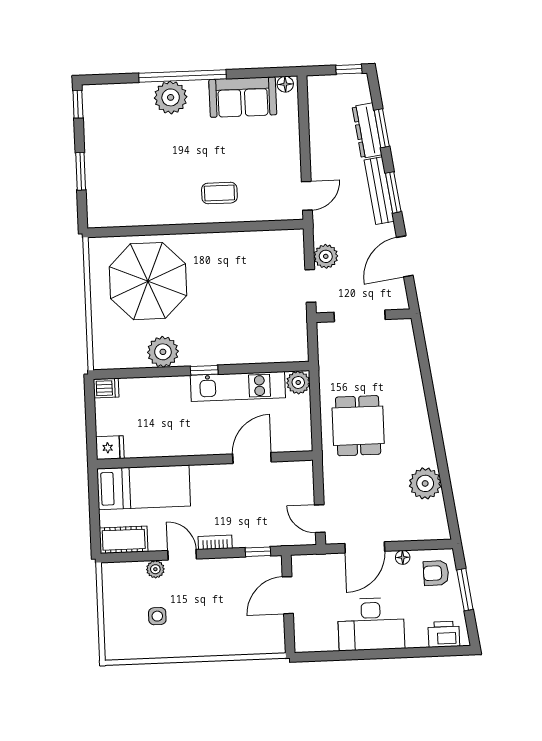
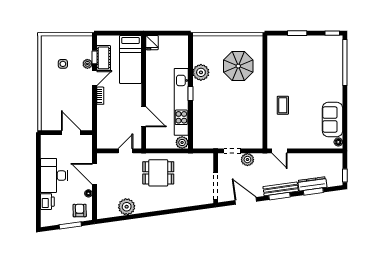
window: (183, 76) -> (345, 63), moved
plant: (171, 97) -> (334, 82), removed
parasol: (148, 281) -> (238, 66), width x0.73, depth x0.73
doorway: (360, 316) -> (216, 186), moved
kitchen unit: (238, 386) -> (181, 102), width x1.36
dishwasher: (106, 388) -> (183, 42), removed
door: (320, 519) -> (125, 151), moved
cot: (124, 540) -> (104, 58), moved
window: (258, 552) -> (94, 57), moved
printer: (444, 634) -> (47, 202), moved

